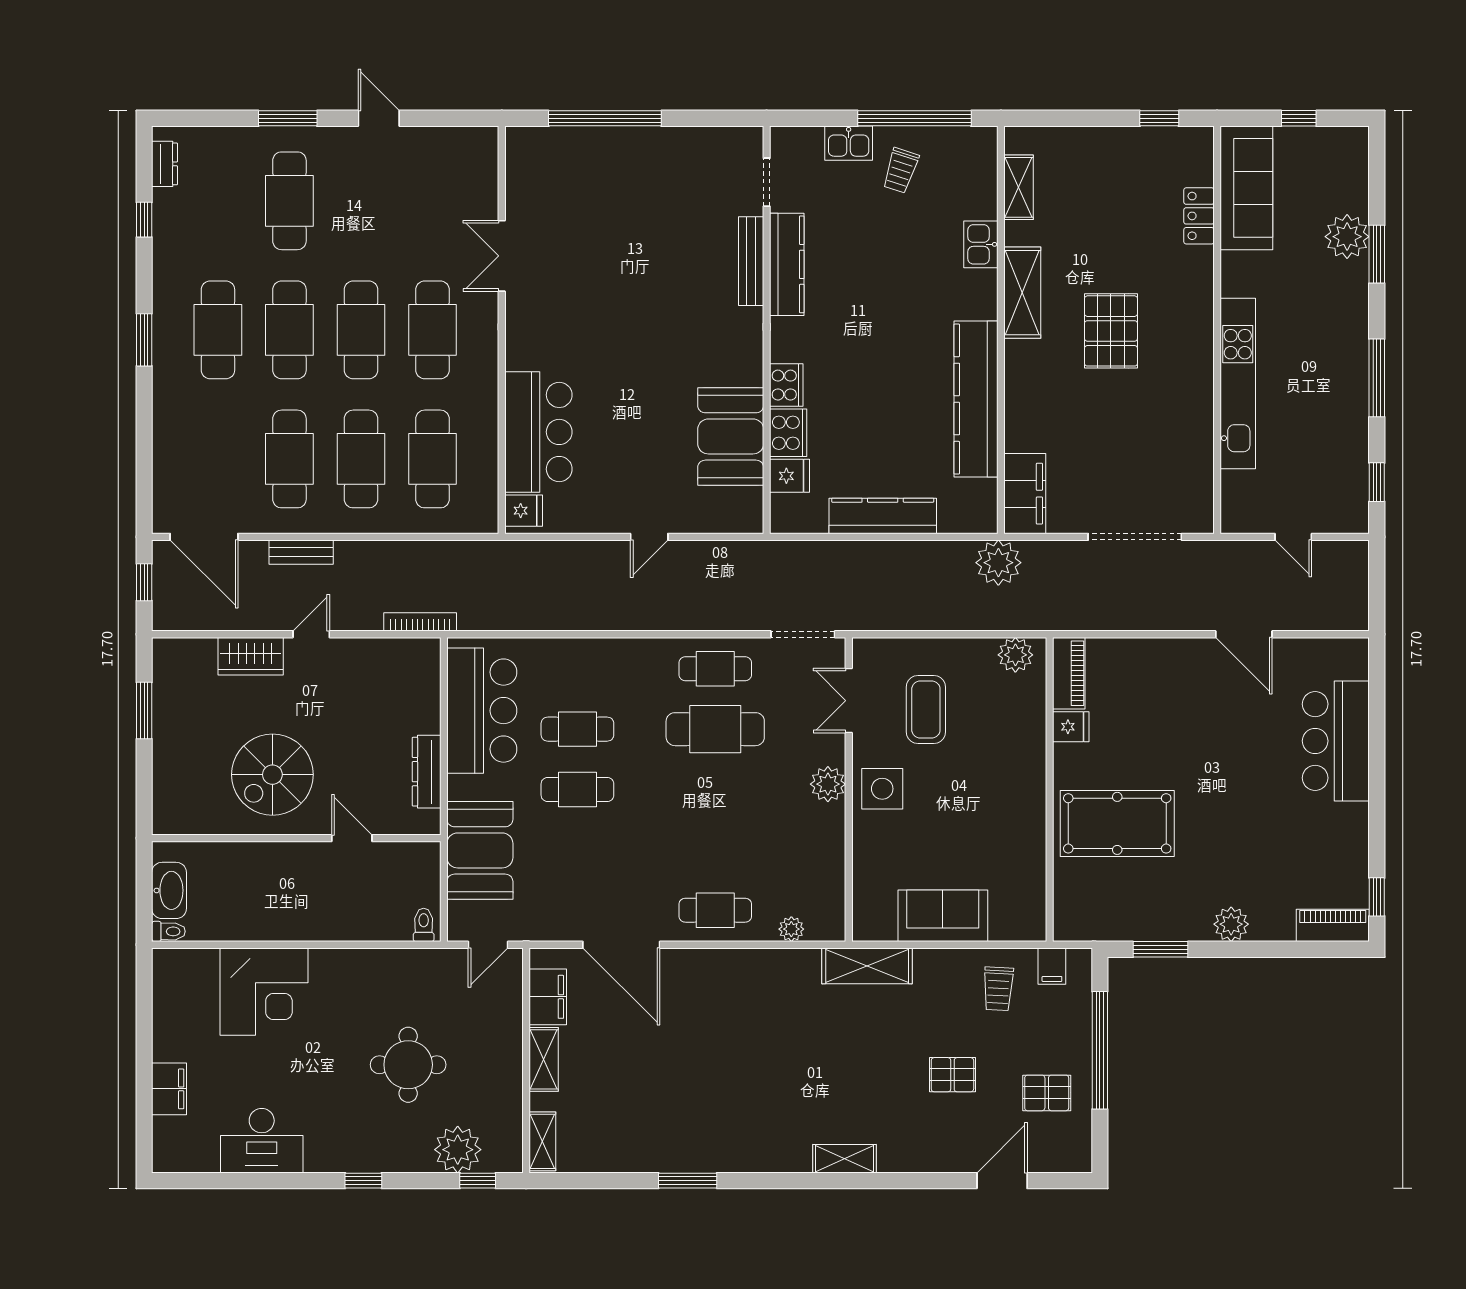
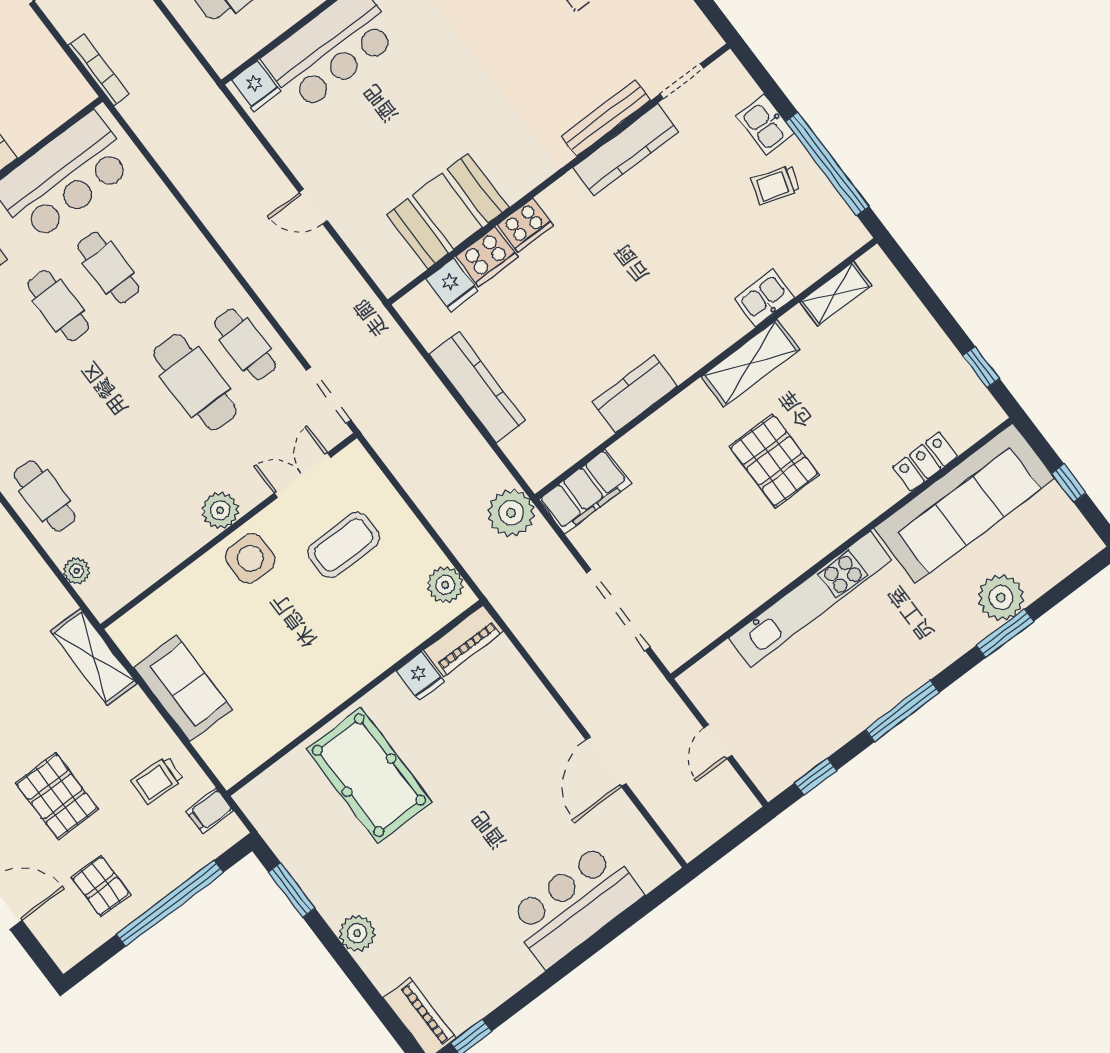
sofa: (1246, 188) -> (964, 503), width x1.36, depth x1.27
pallet: (1111, 331) -> (774, 461), turned 90
kitchen counter: (976, 399) -> (635, 394), width x0.48, depth x0.86
pallet: (952, 1075) -> (57, 796), width x1.50, depth x1.42

